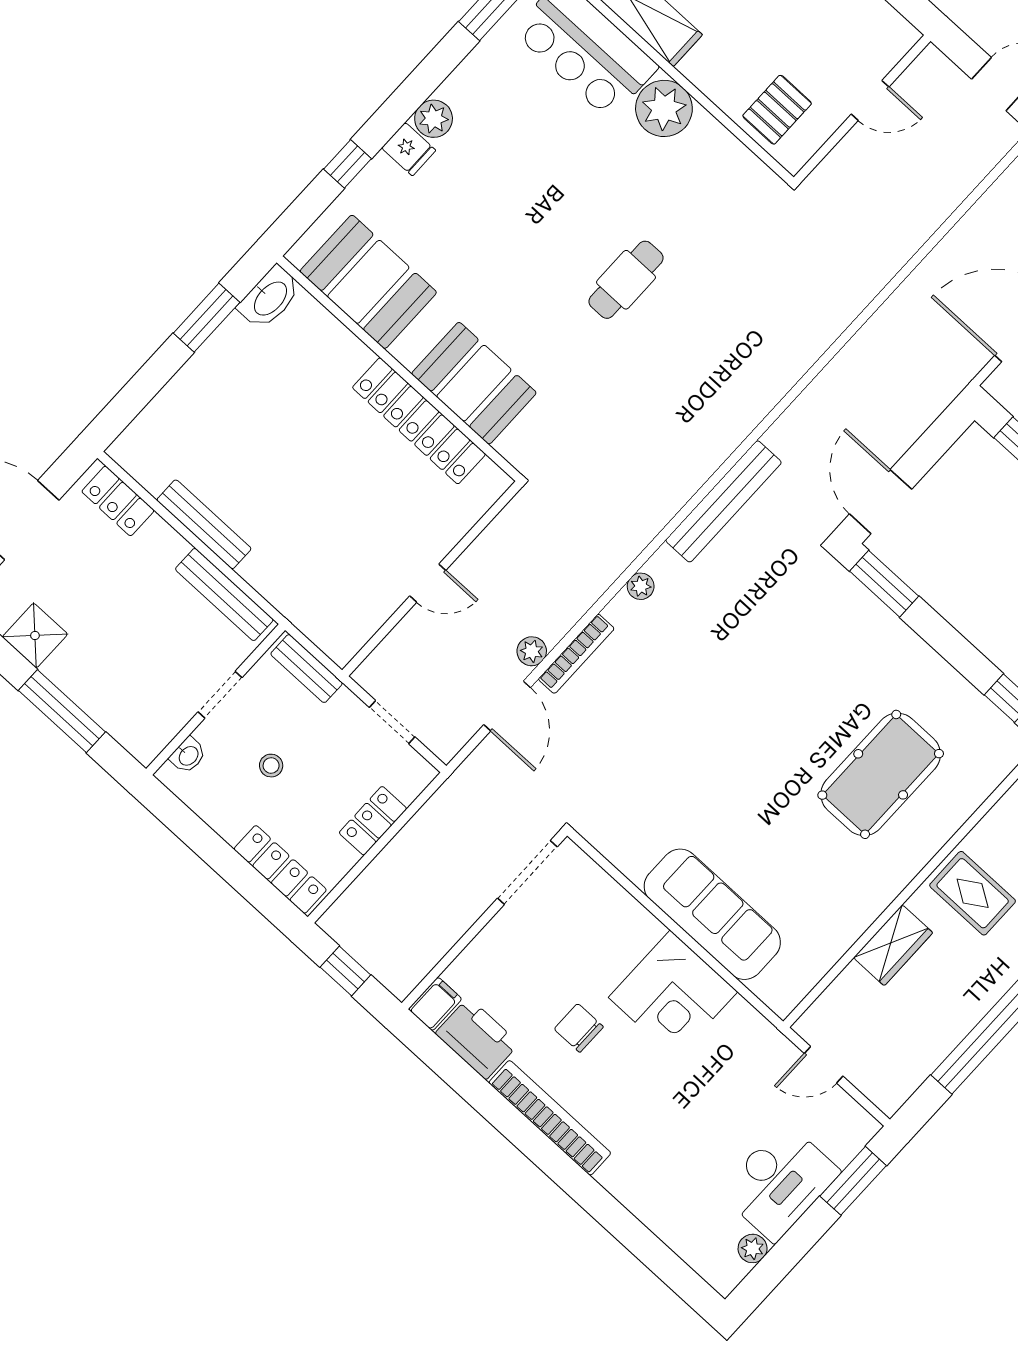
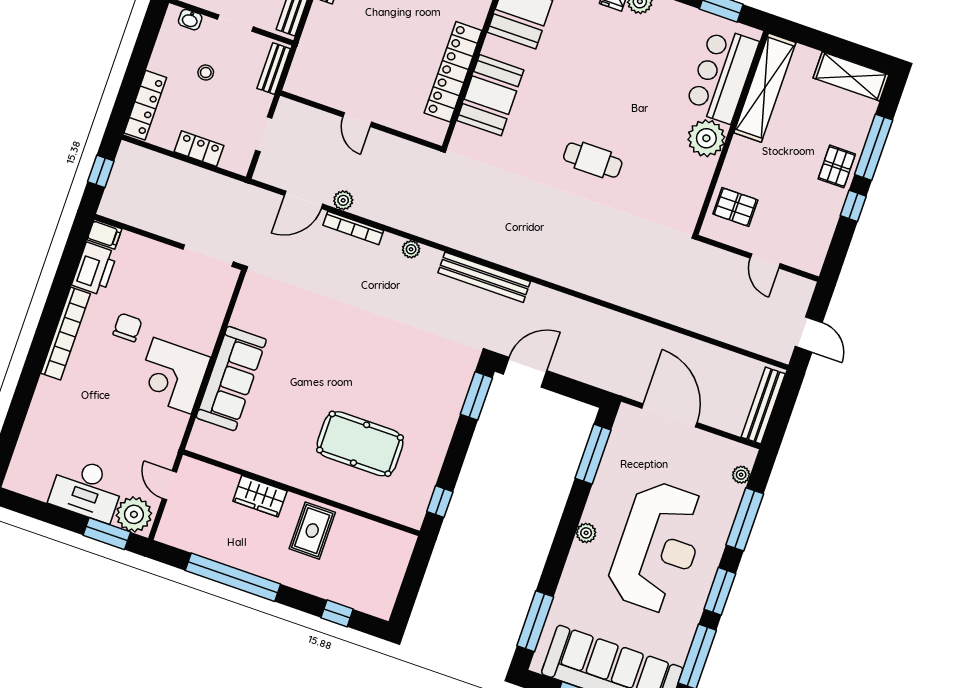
plant: (753, 1248) -> (134, 514), moved, width x1.88, depth x1.88

